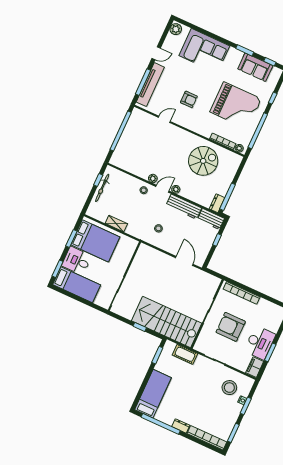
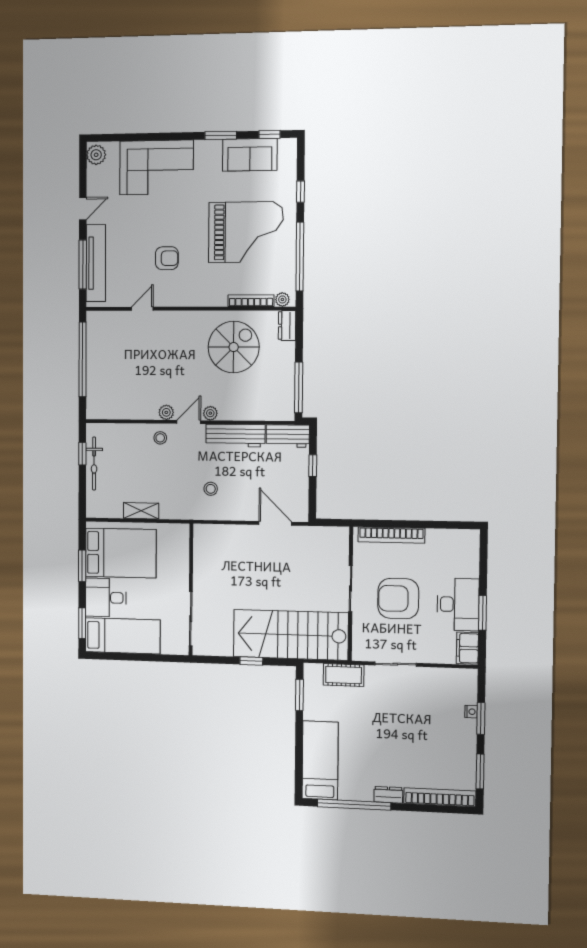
dresser: (217, 203) -> (287, 326), moved
stool: (229, 388) -> (440, 699), removed

